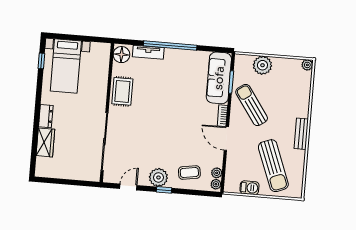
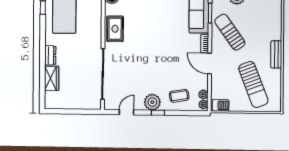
barbecue: (249, 188) -> (221, 105), moved

